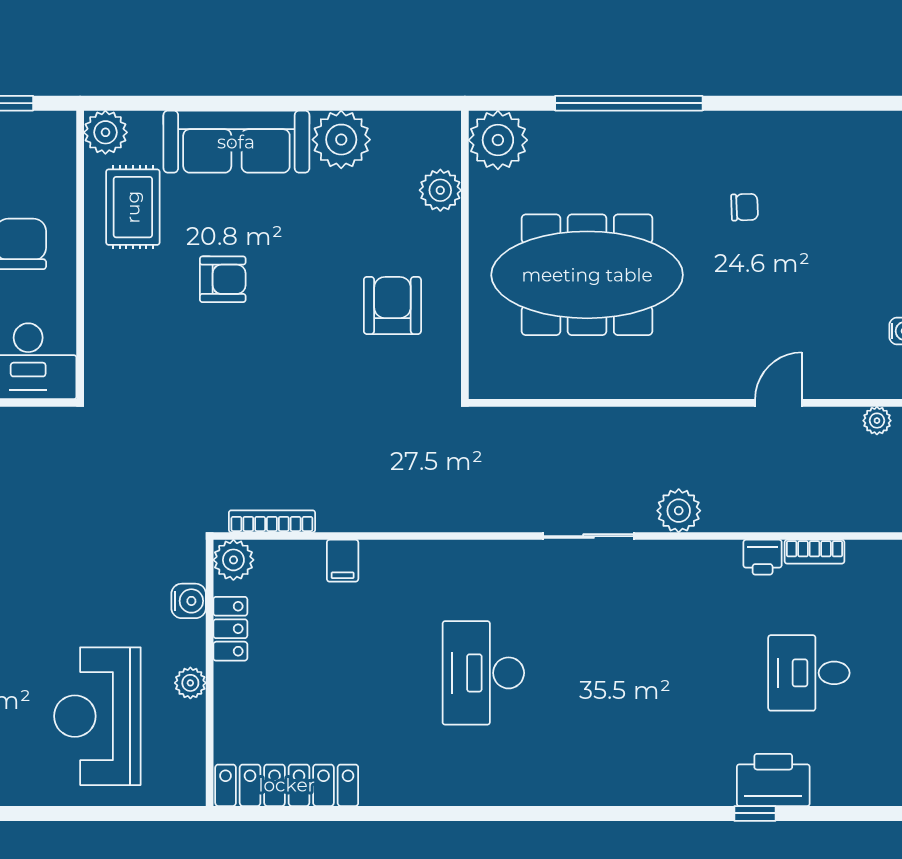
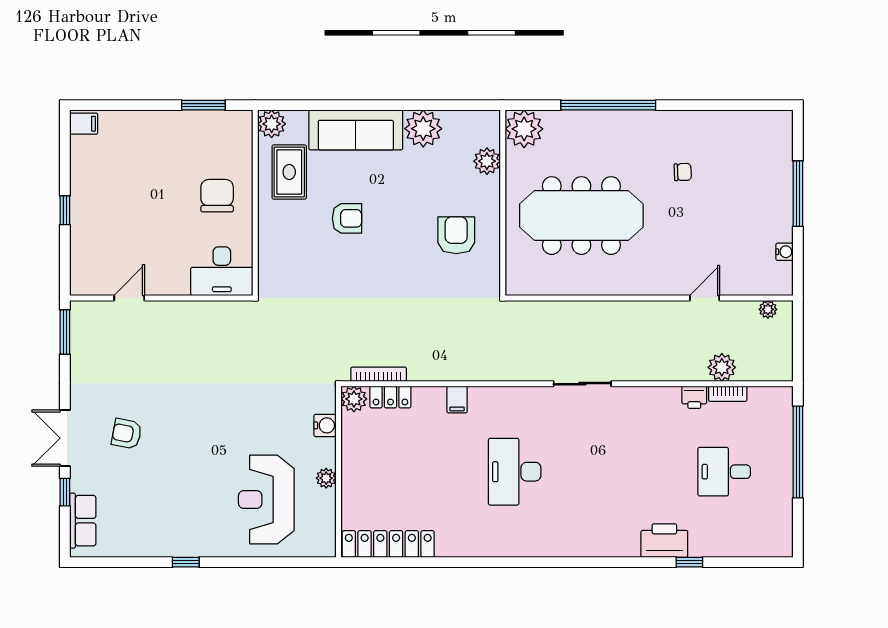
plant: (679, 511) -> (722, 367), moved
filing cabinet: (343, 561) -> (457, 399), moved
locker: (230, 629) -> (390, 397), moved, turned 90
printer: (773, 780) -> (664, 541), moved

